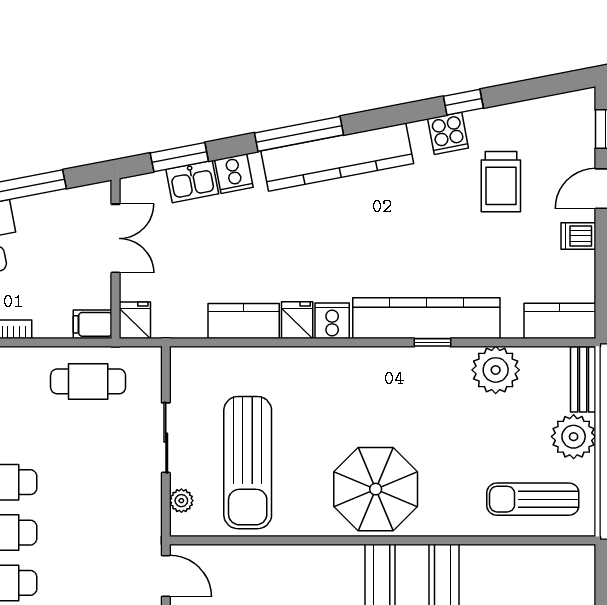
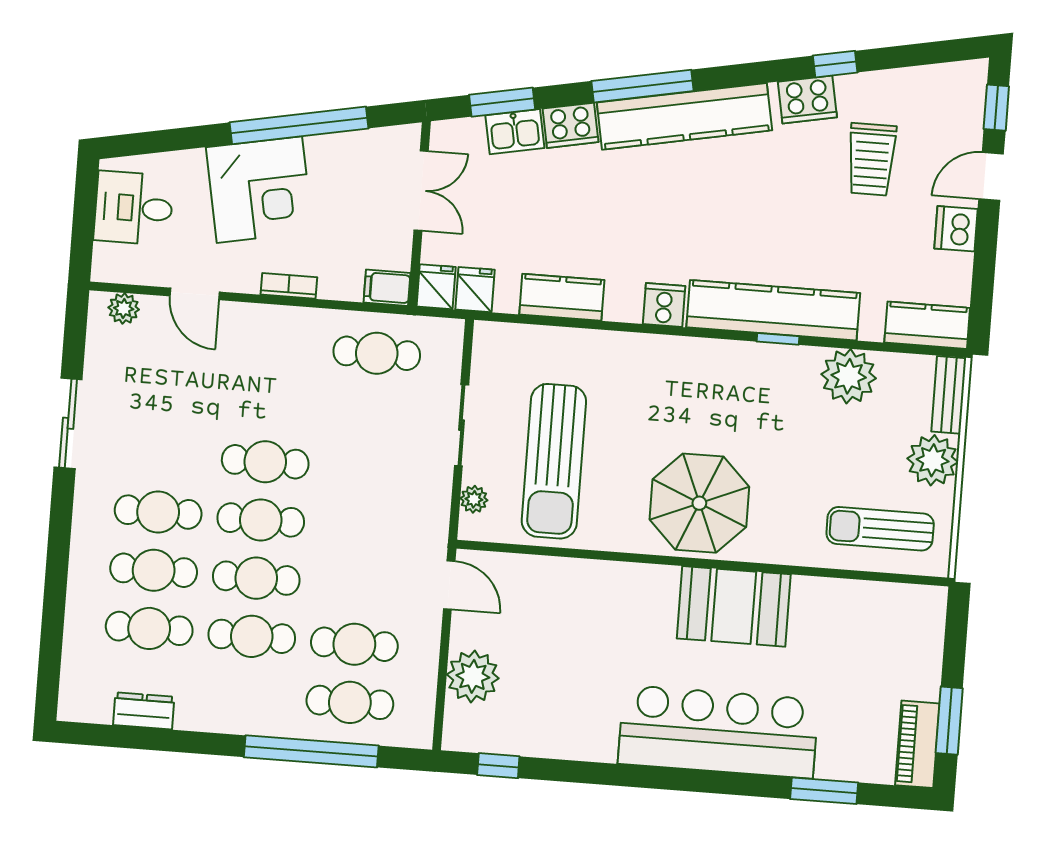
cooker: (448, 133) -> (807, 100), width x1.36
cooker: (234, 174) -> (571, 125), width x1.36
dishwasher: (578, 236) -> (956, 229), width x1.38
fridge: (297, 320) -> (475, 290), moved

